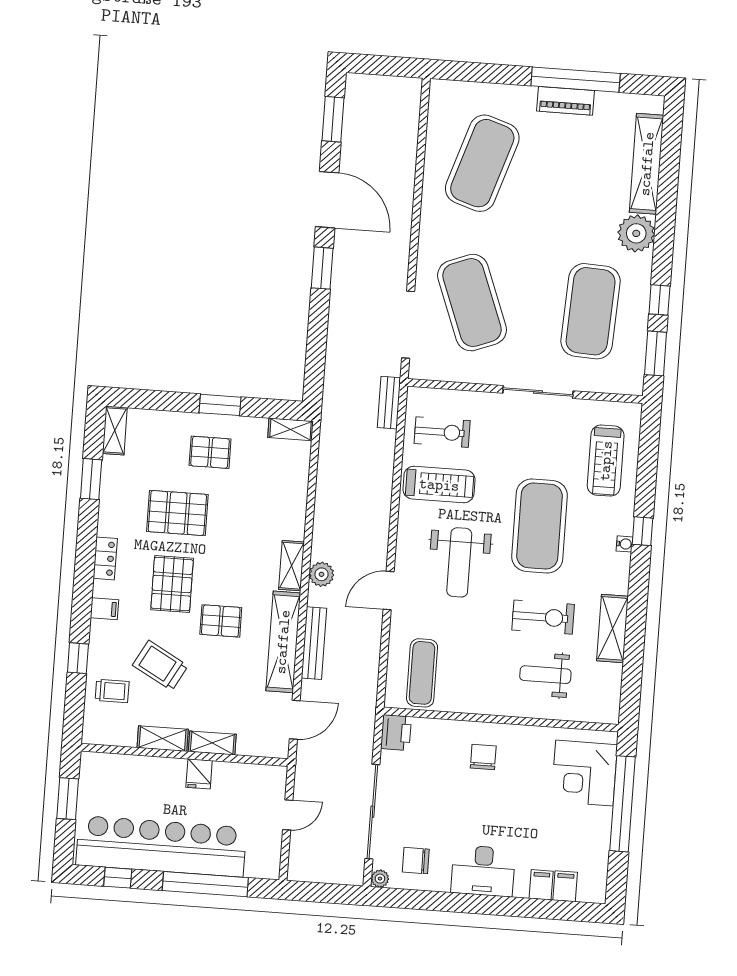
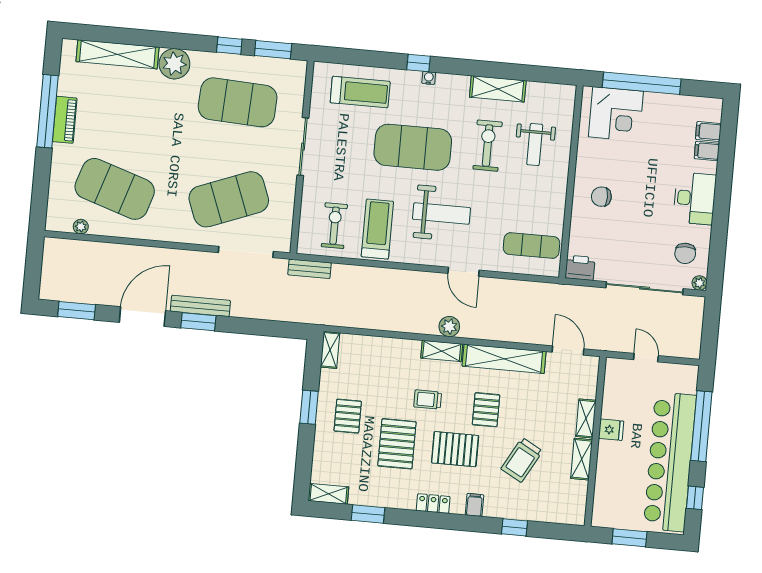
plant: (436, 123) -> (81, 227), added
bench: (314, 643) -> (200, 306), moved
trolley: (112, 691) -> (428, 400), moved, turned -90

